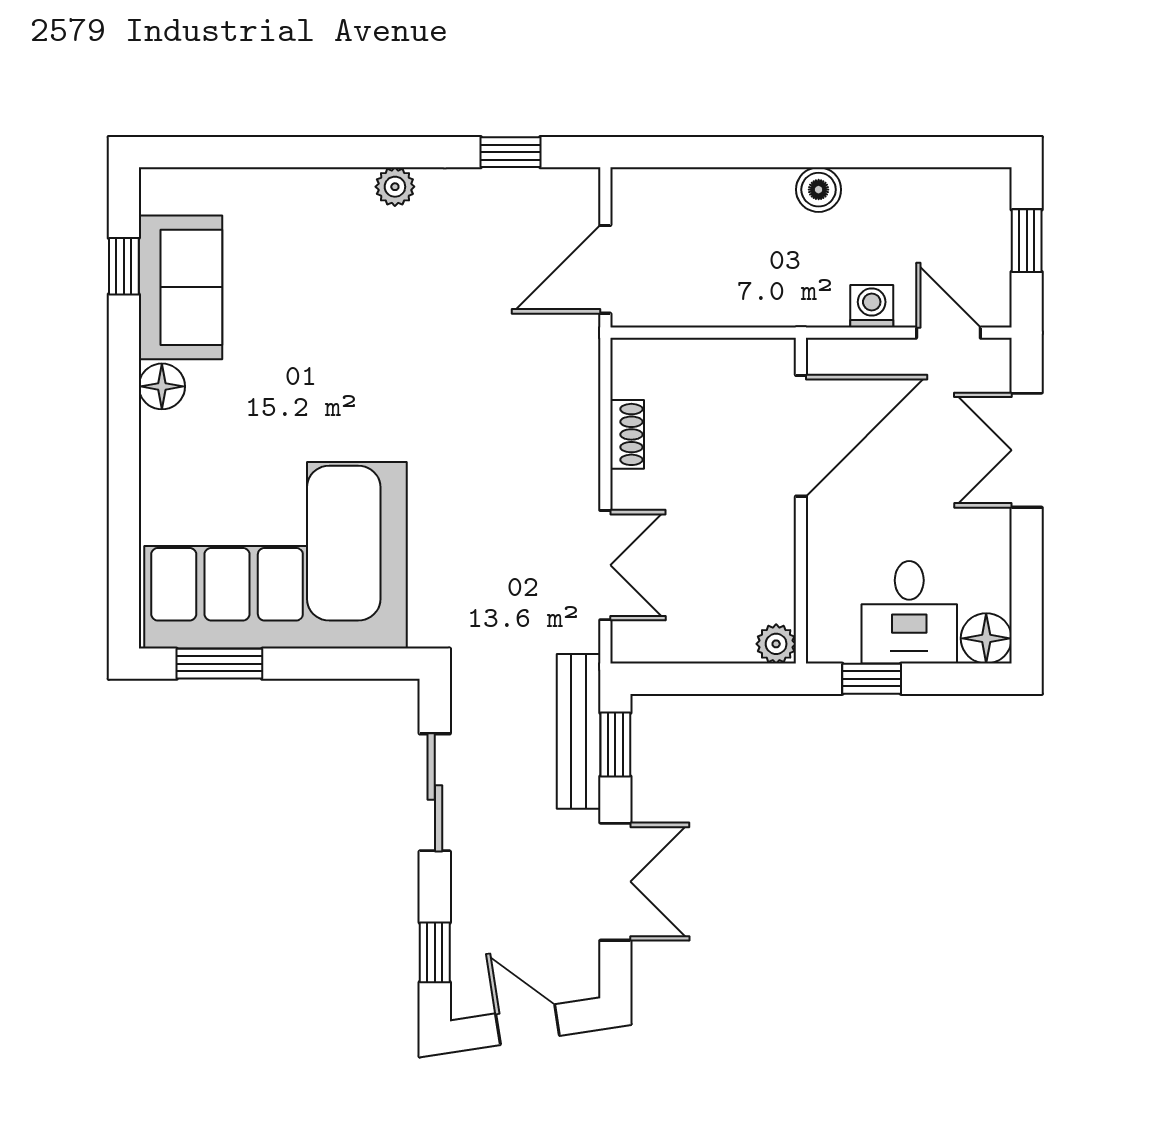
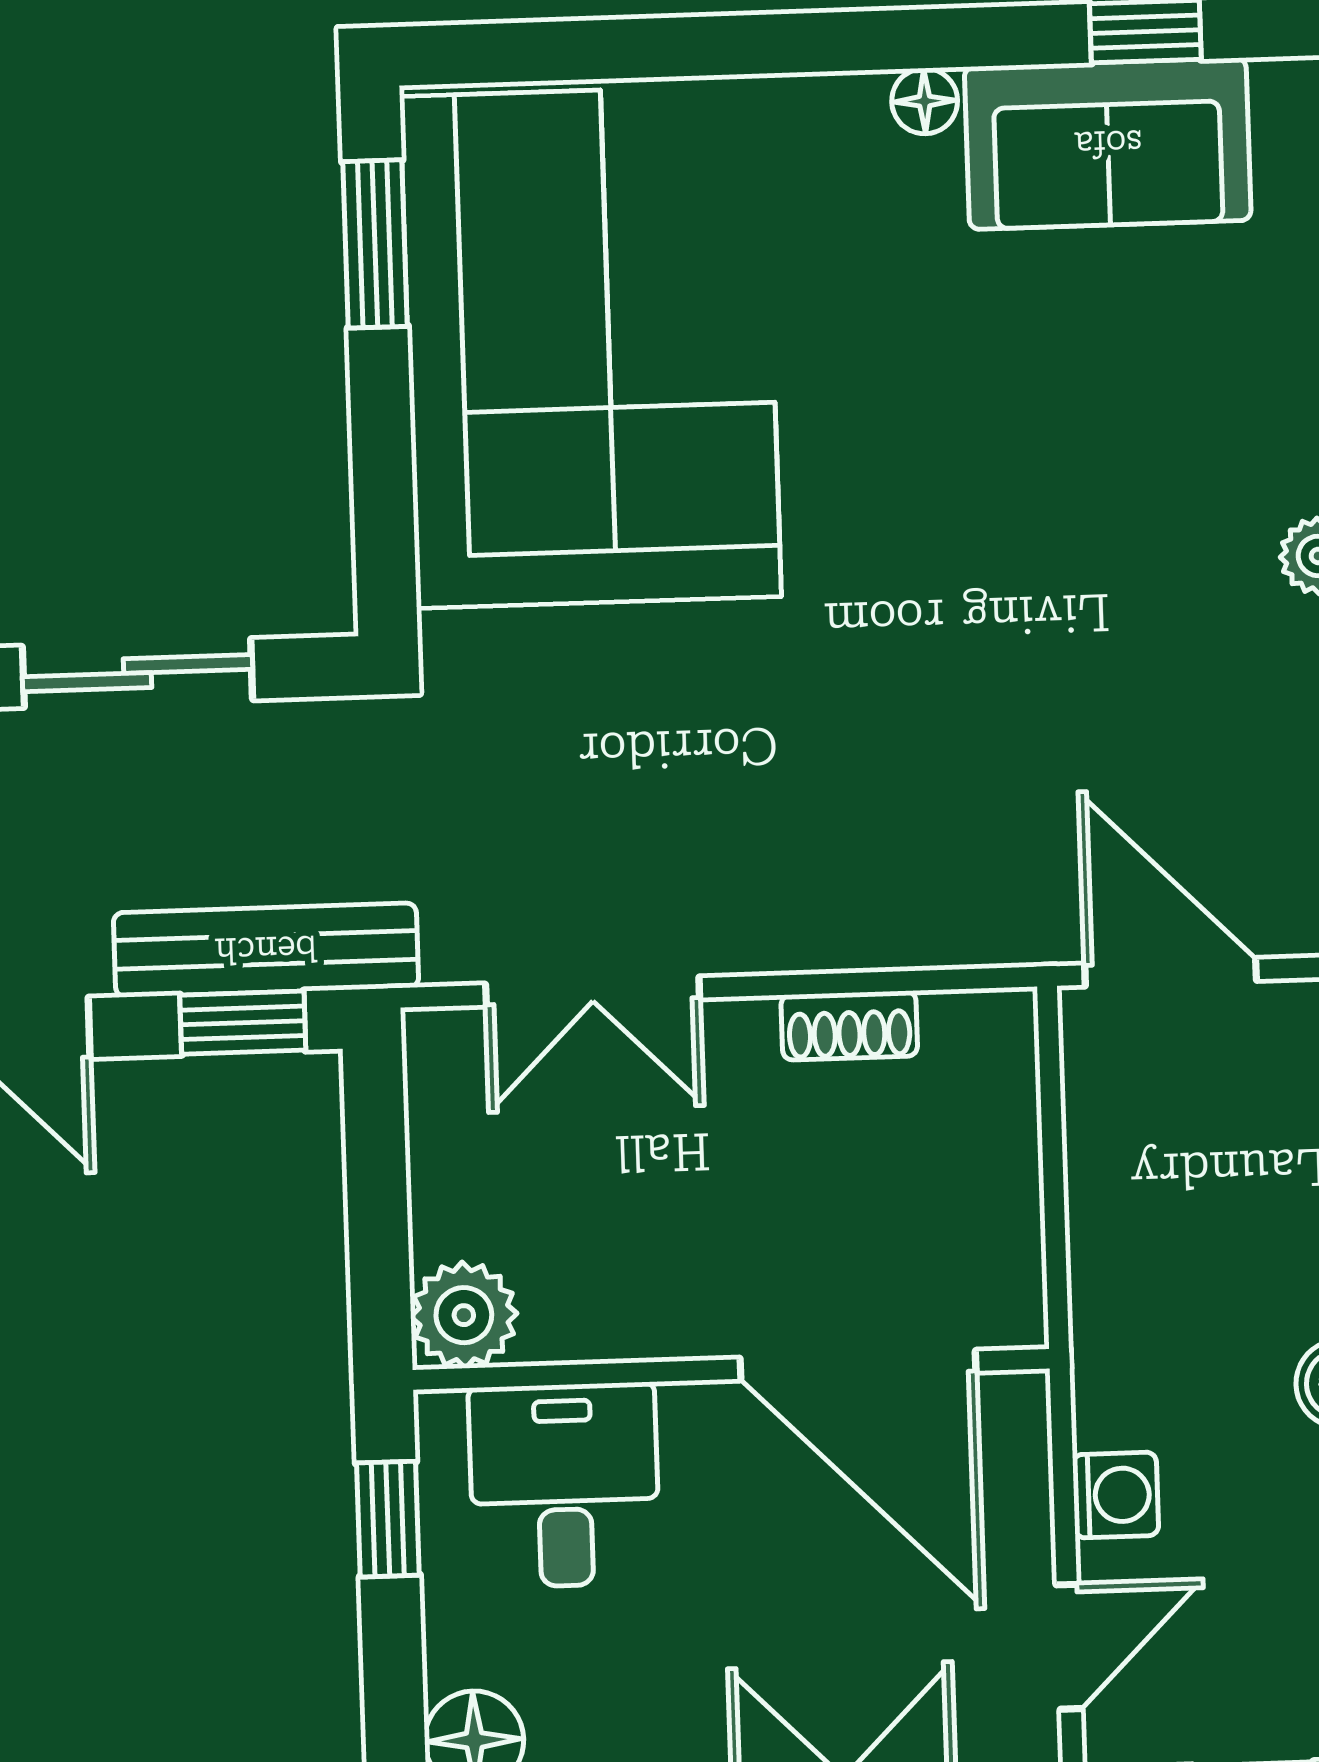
floor lamp: (162, 386) -> (925, 101), width x0.73, depth x0.73
desk: (909, 612) -> (564, 1485), moved, turned 90
plant: (776, 644) -> (464, 1315), width x1.38, depth x1.38

